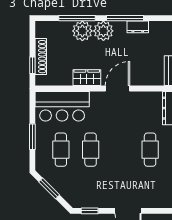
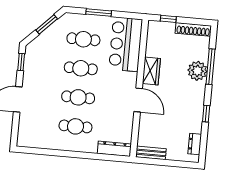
window: (125, 18) -> (206, 114), width x0.46
dresser: (138, 27) -> (195, 144), moved
plant: (103, 31) -> (196, 91), removed
shoe rack: (41, 57) -> (193, 29), moved
cafe table: (120, 150) -> (78, 97), added

